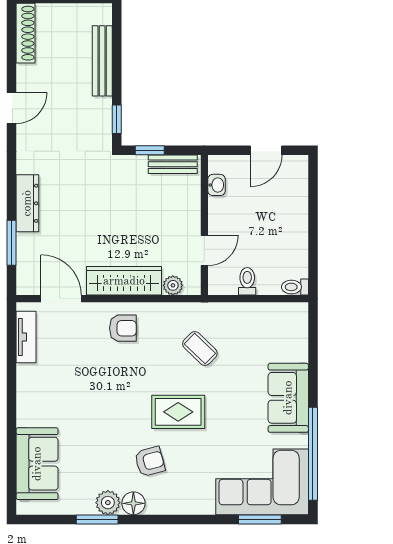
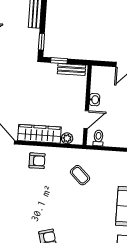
washbasin: (216, 185) -> (94, 100), moved
toilet: (247, 281) -> (98, 138), moved
rug: (178, 412) -> (65, 210), removed

